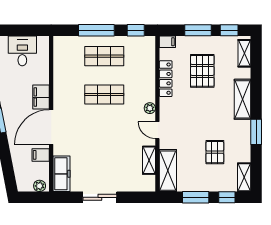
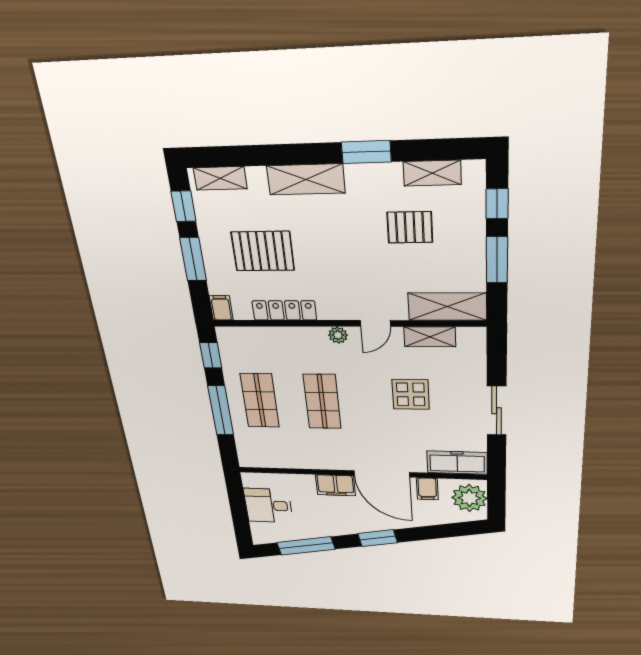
display table: (110, 148) -> (411, 394), added
shelving: (244, 177) -> (432, 173), moved
plant: (40, 186) -> (469, 498), width x1.87, depth x1.87

